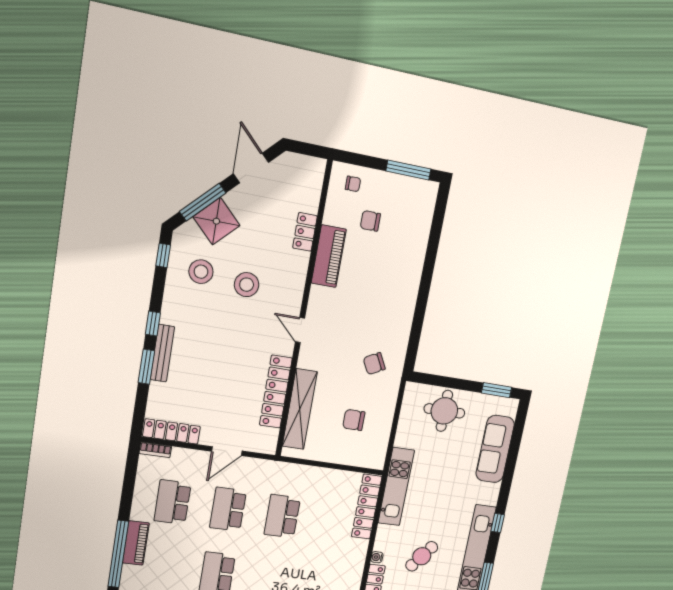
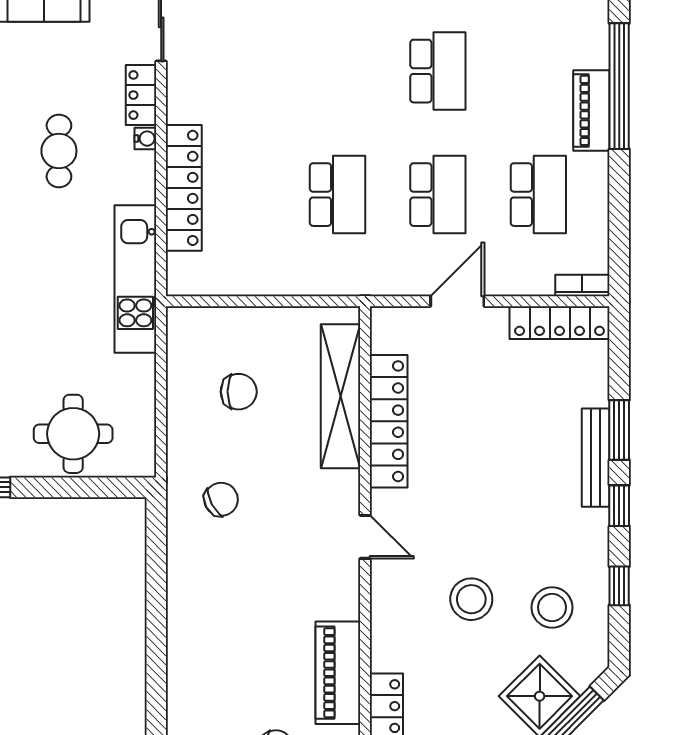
window: (163, 255) -> (619, 586), moved
locker: (367, 507) -> (184, 188), moved
cafe table: (422, 556) -> (59, 151), turned -38

